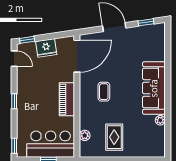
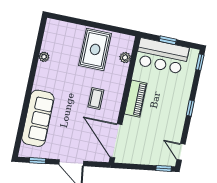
fridge: (46, 48) -> (146, 156), removed
door: (77, 56) -> (116, 141), hinge flipped
sofa: (154, 88) -> (38, 118), moved
rug: (114, 137) -> (95, 49), width x1.36, depth x1.43

